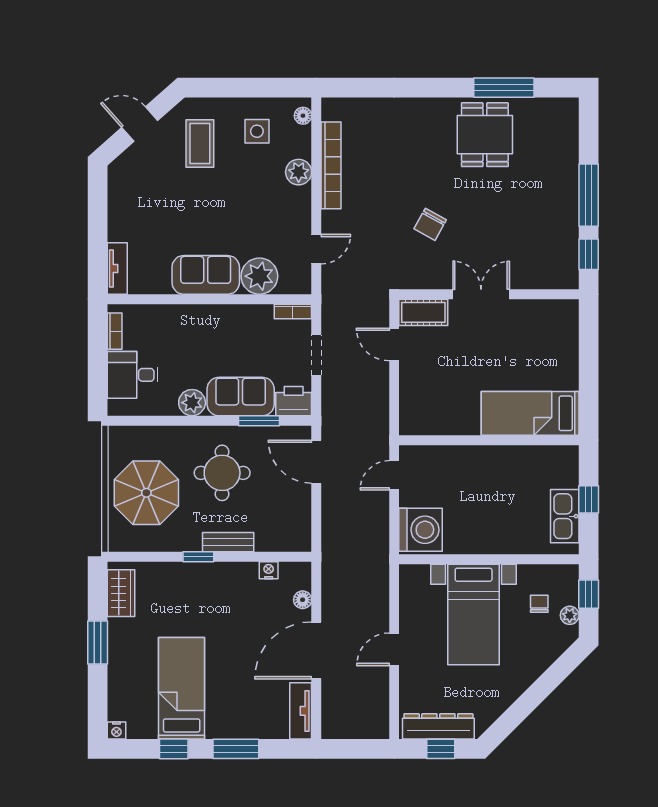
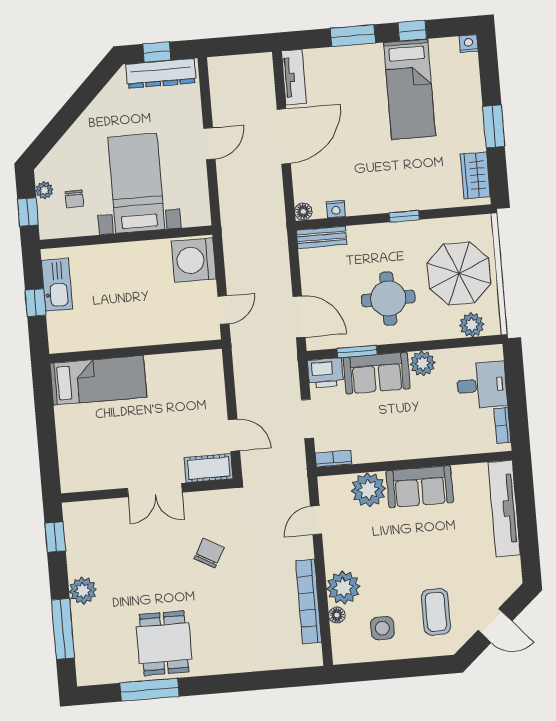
floor lamp: (303, 116) -> (337, 615), moved
plant: (299, 172) -> (343, 588), width x1.36, depth x1.36
window: (589, 195) -> (63, 629), moved
plant: (565, 196) -> (83, 591), added
tv unit: (117, 268) -> (504, 509), width x1.92, depth x1.29
plant: (138, 438) -> (472, 325), added
bench: (228, 542) -> (322, 237), moved
floor lamp: (303, 600) -> (303, 212), moved

